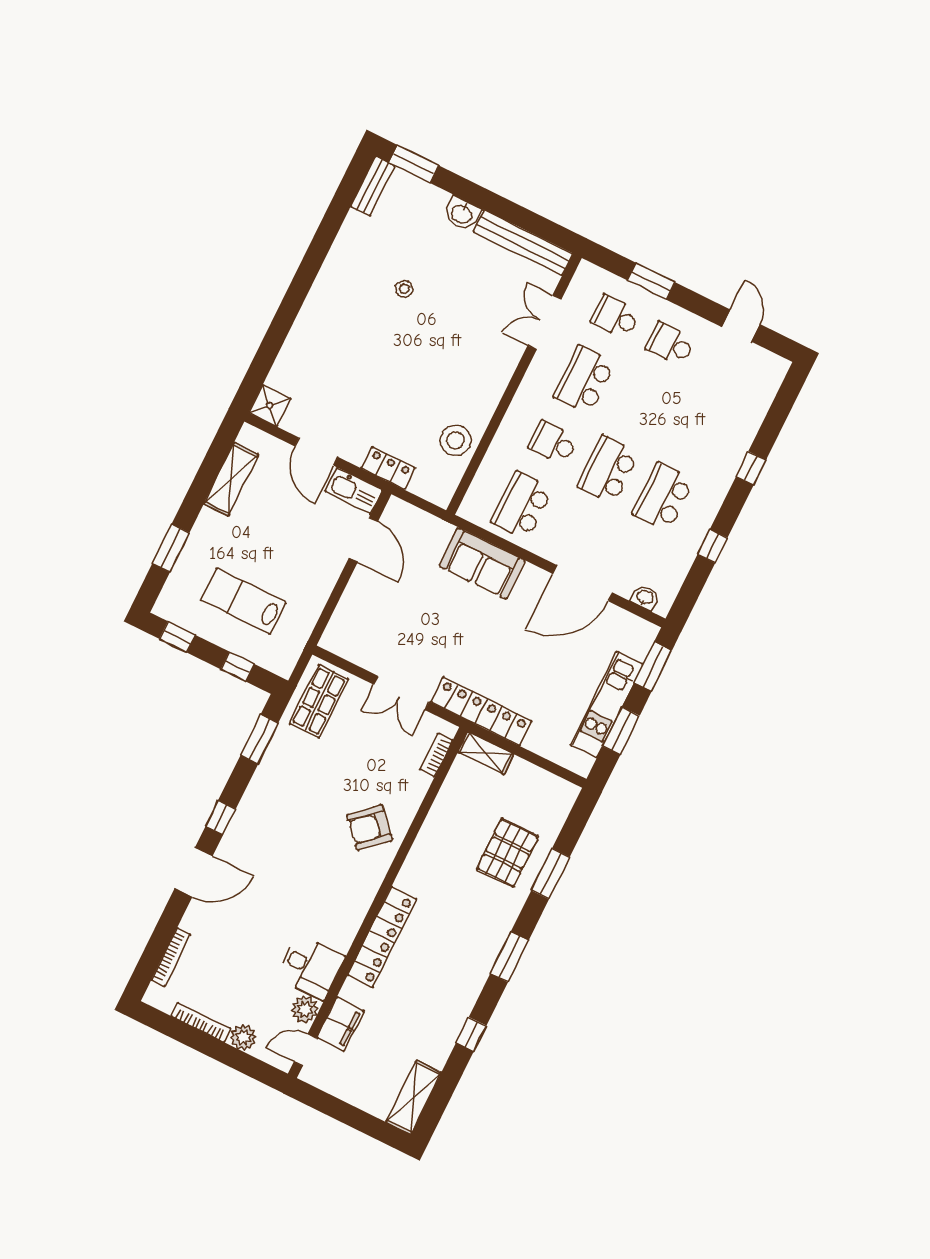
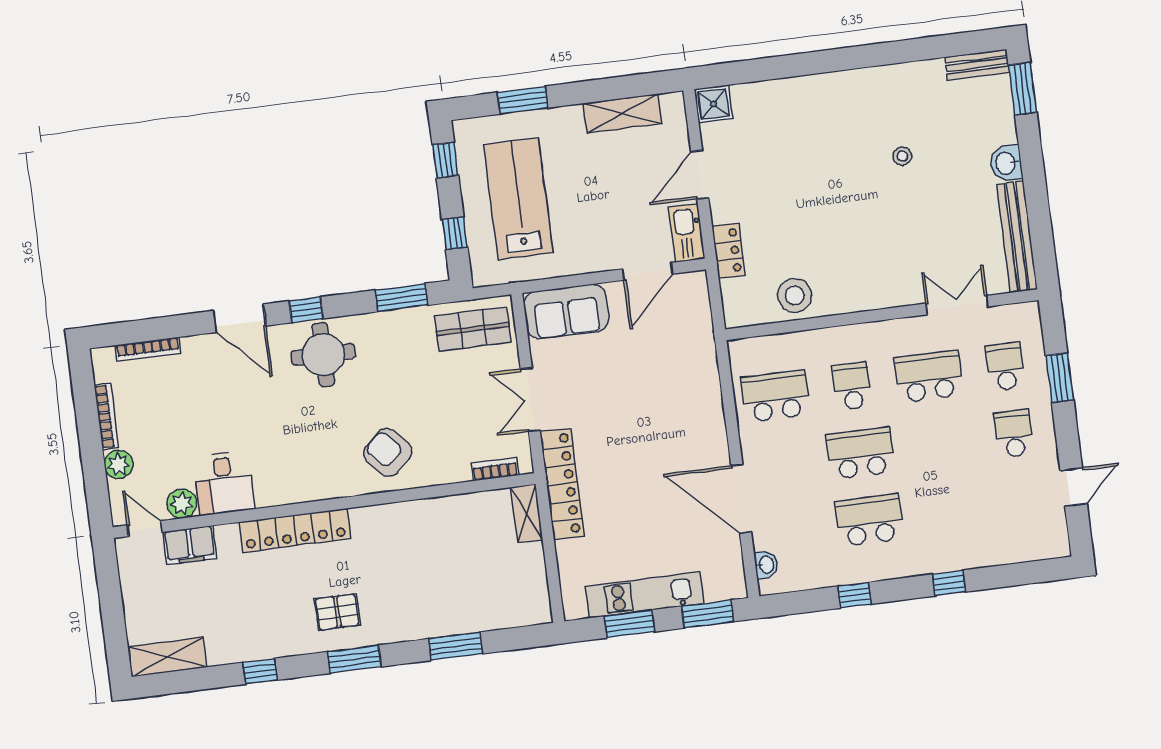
sofa: (482, 563) -> (566, 311), moved, turned -90
lab bench: (243, 601) -> (518, 199), width x1.36, depth x1.39
round table: (263, 827) -> (323, 355), added
pallet: (508, 853) -> (337, 612), moved, width x0.67, depth x0.71

